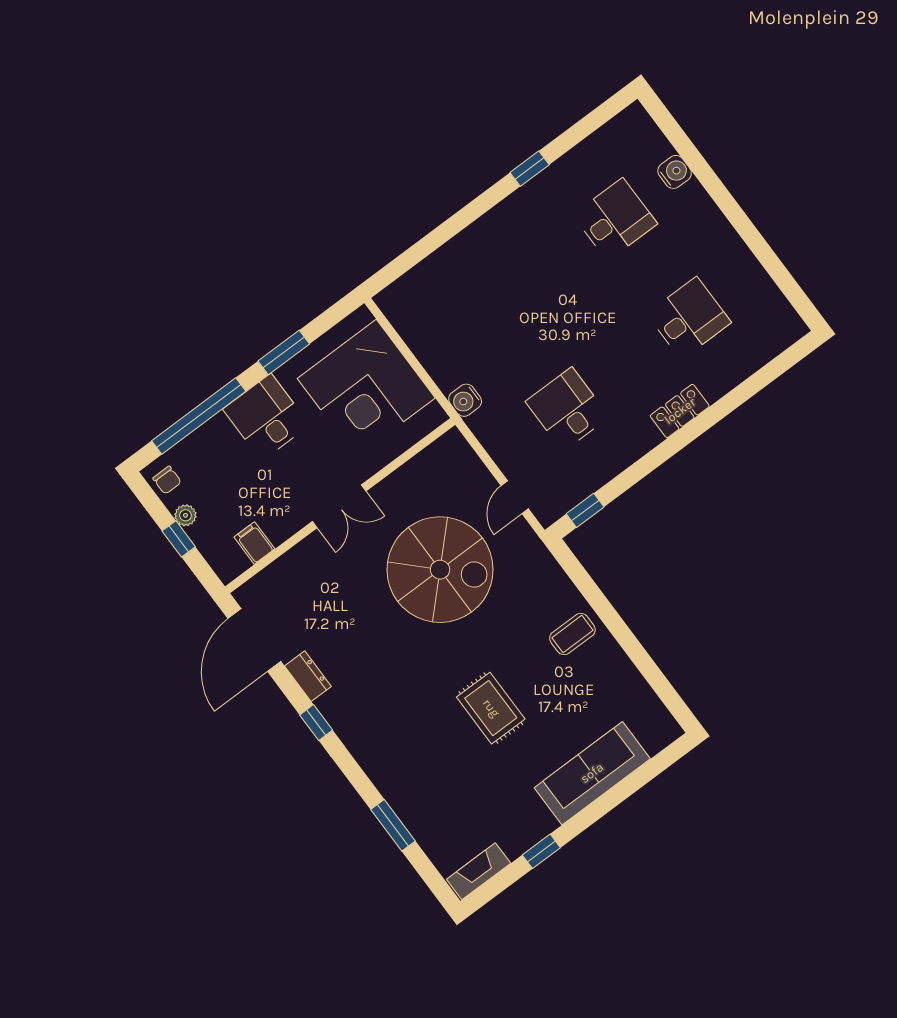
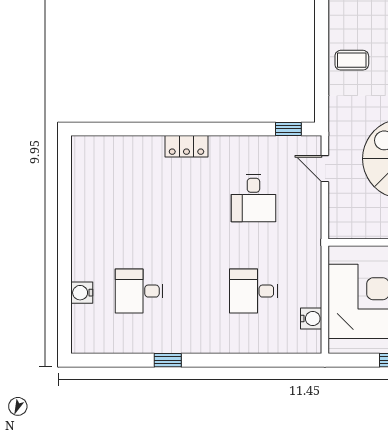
desk: (689, 318) -> (253, 291), moved
water cooler: (465, 400) -> (311, 319), moved
door: (515, 497) -> (325, 169), swing flipped

